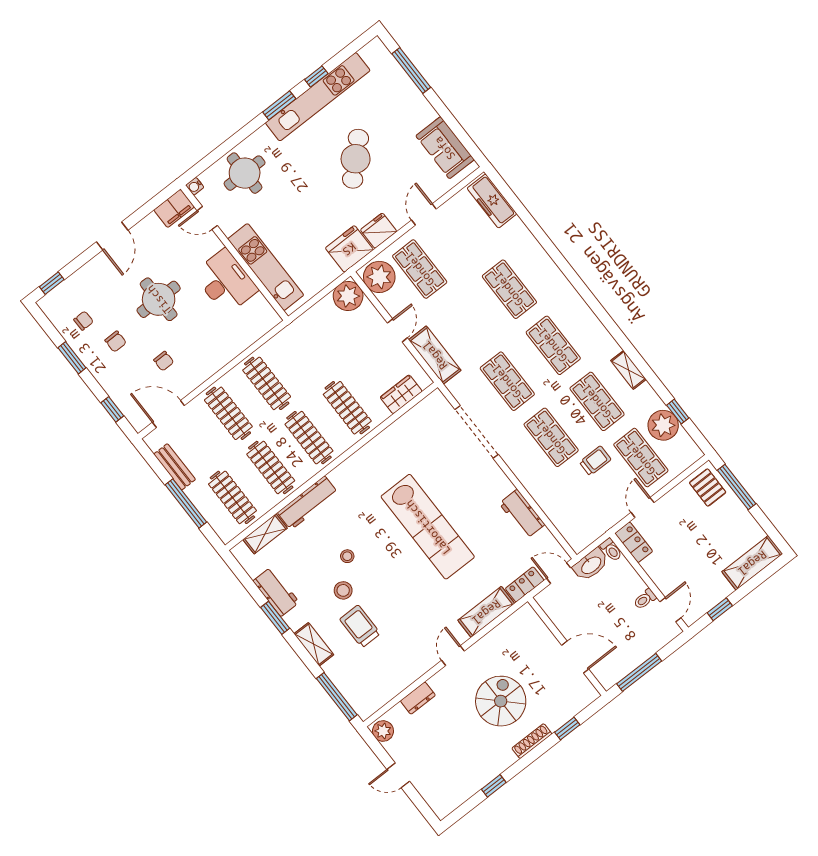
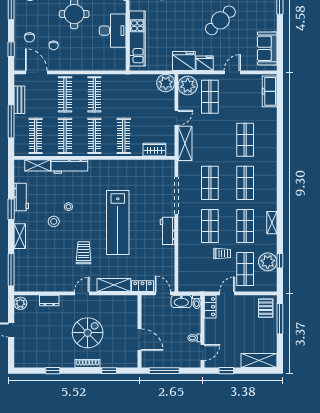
chair: (116, 342) -> (29, 37), moved
workbench: (522, 514) -> (167, 231), moved
trolley: (360, 626) -> (84, 253), moved

